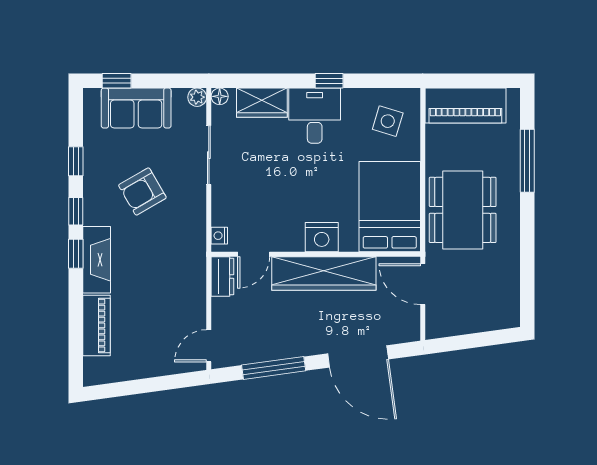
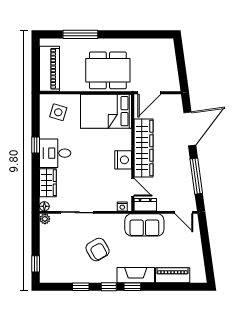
sofa: (136, 108) -> (144, 225), moved, turned 90
nightstand: (322, 237) -> (123, 160), moved

